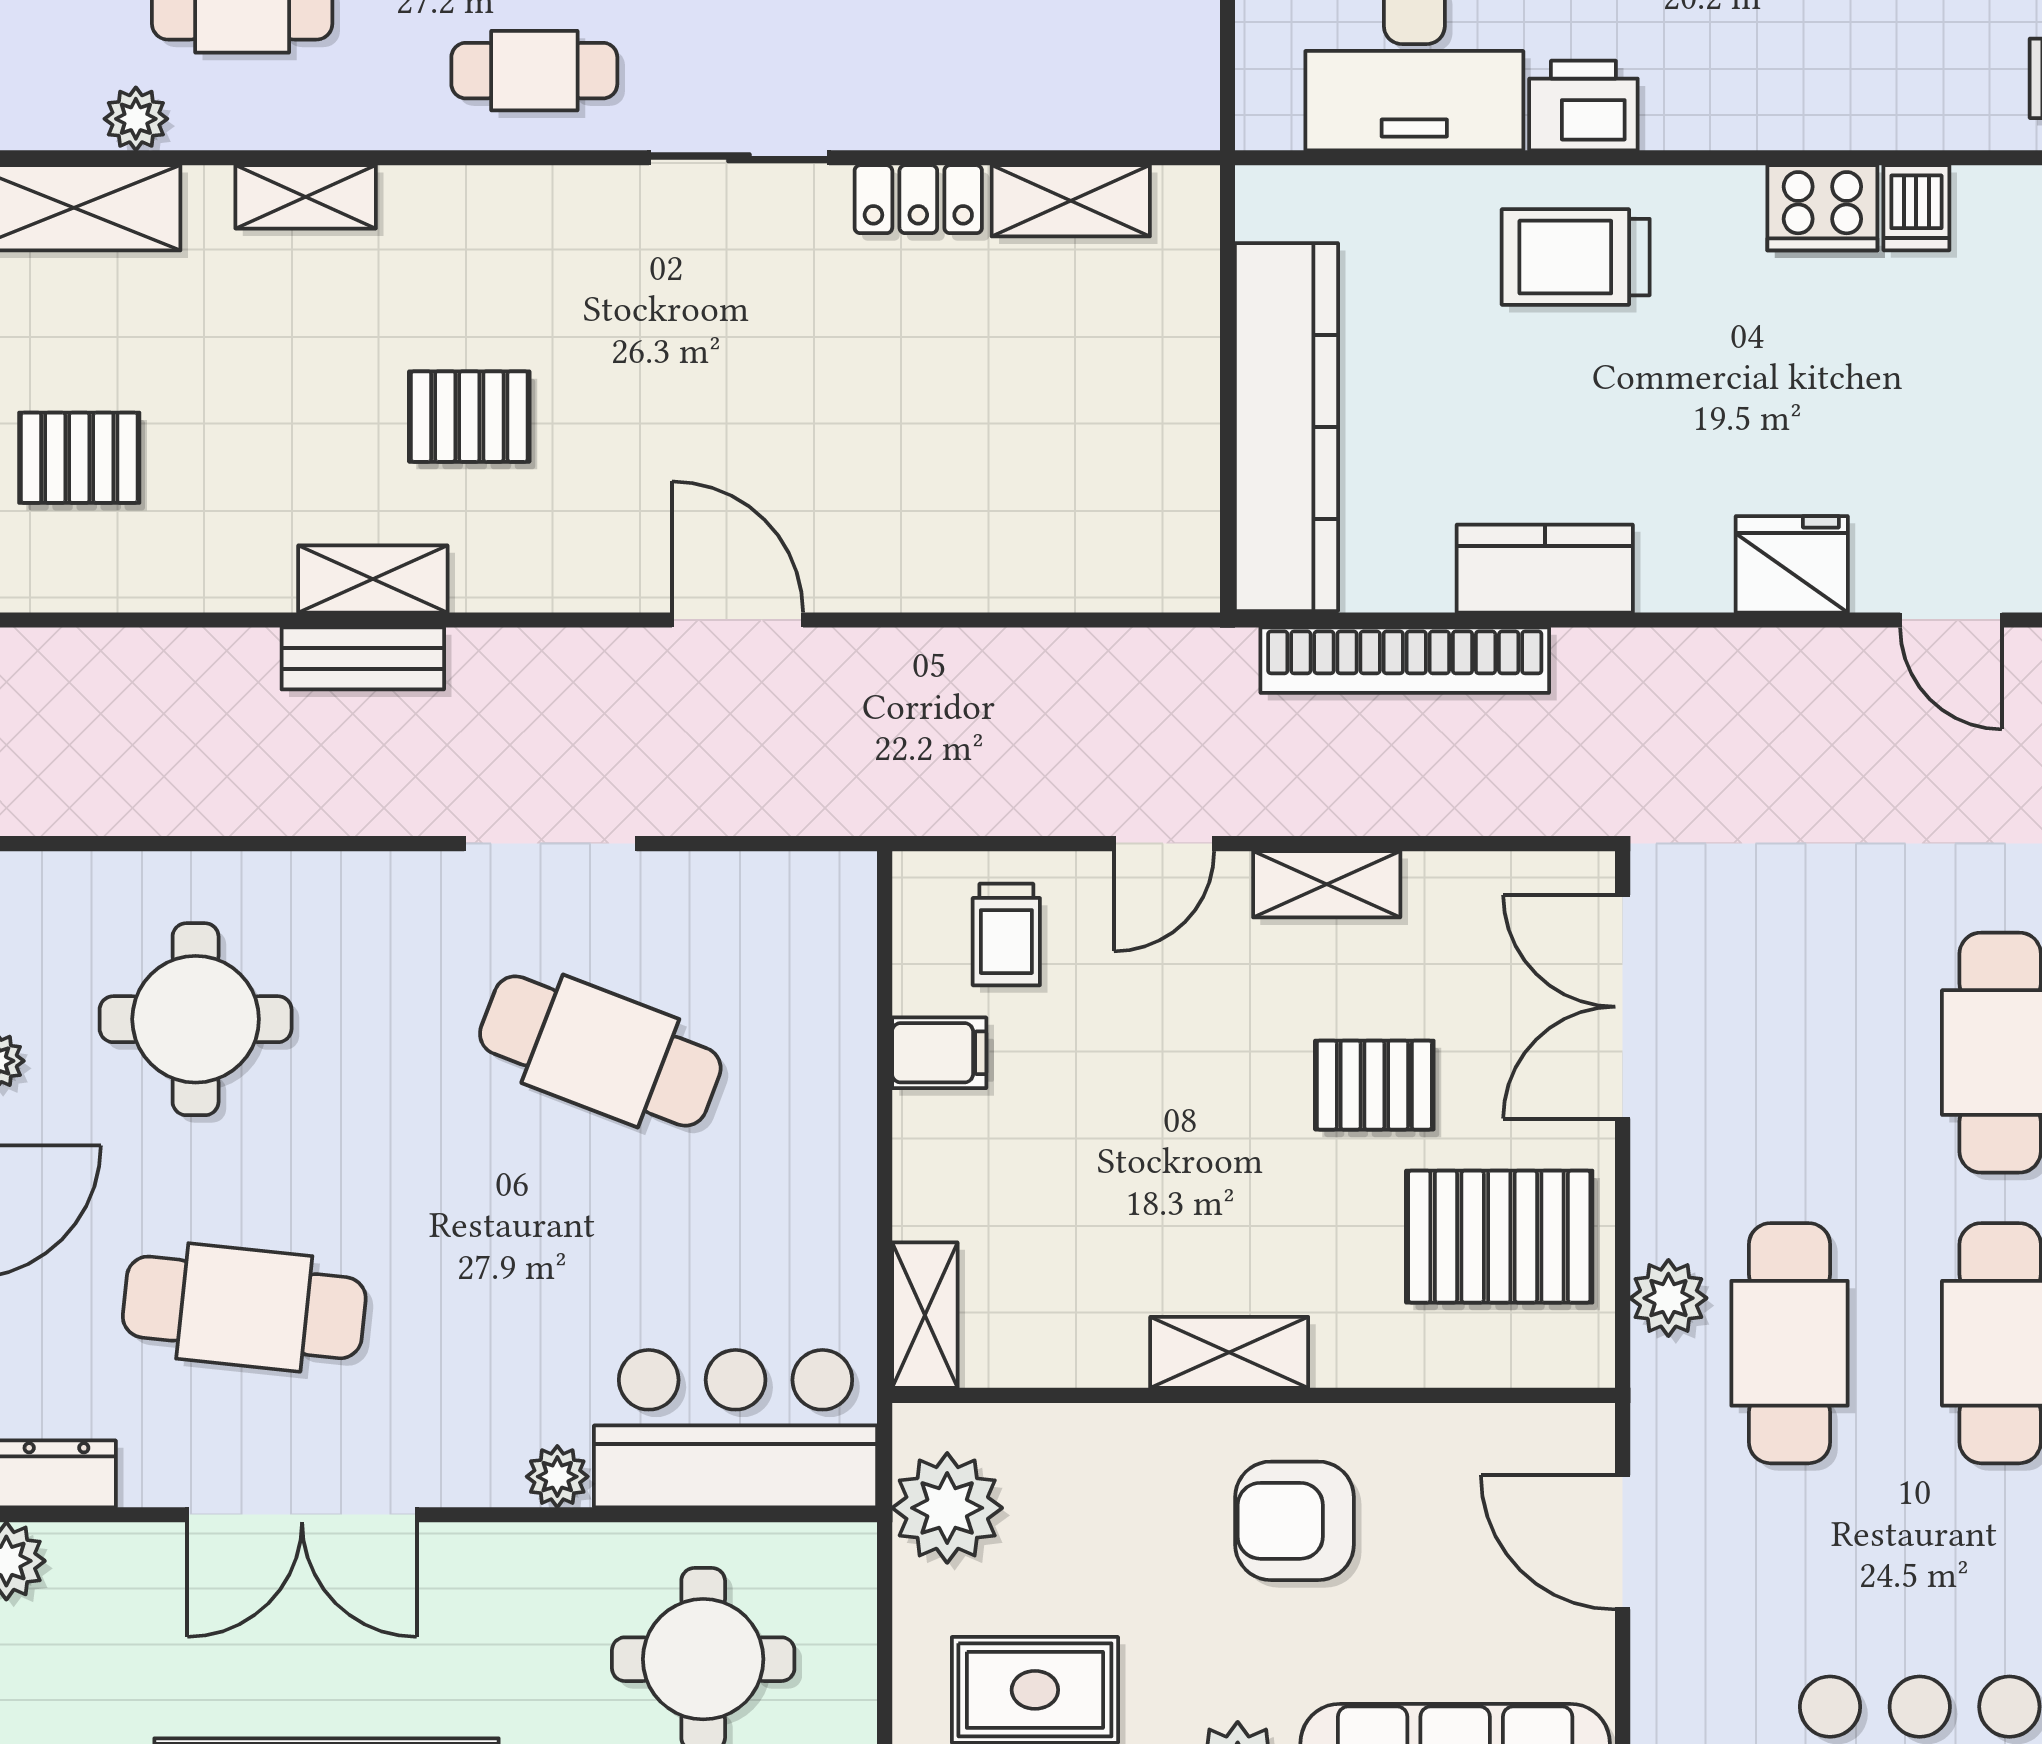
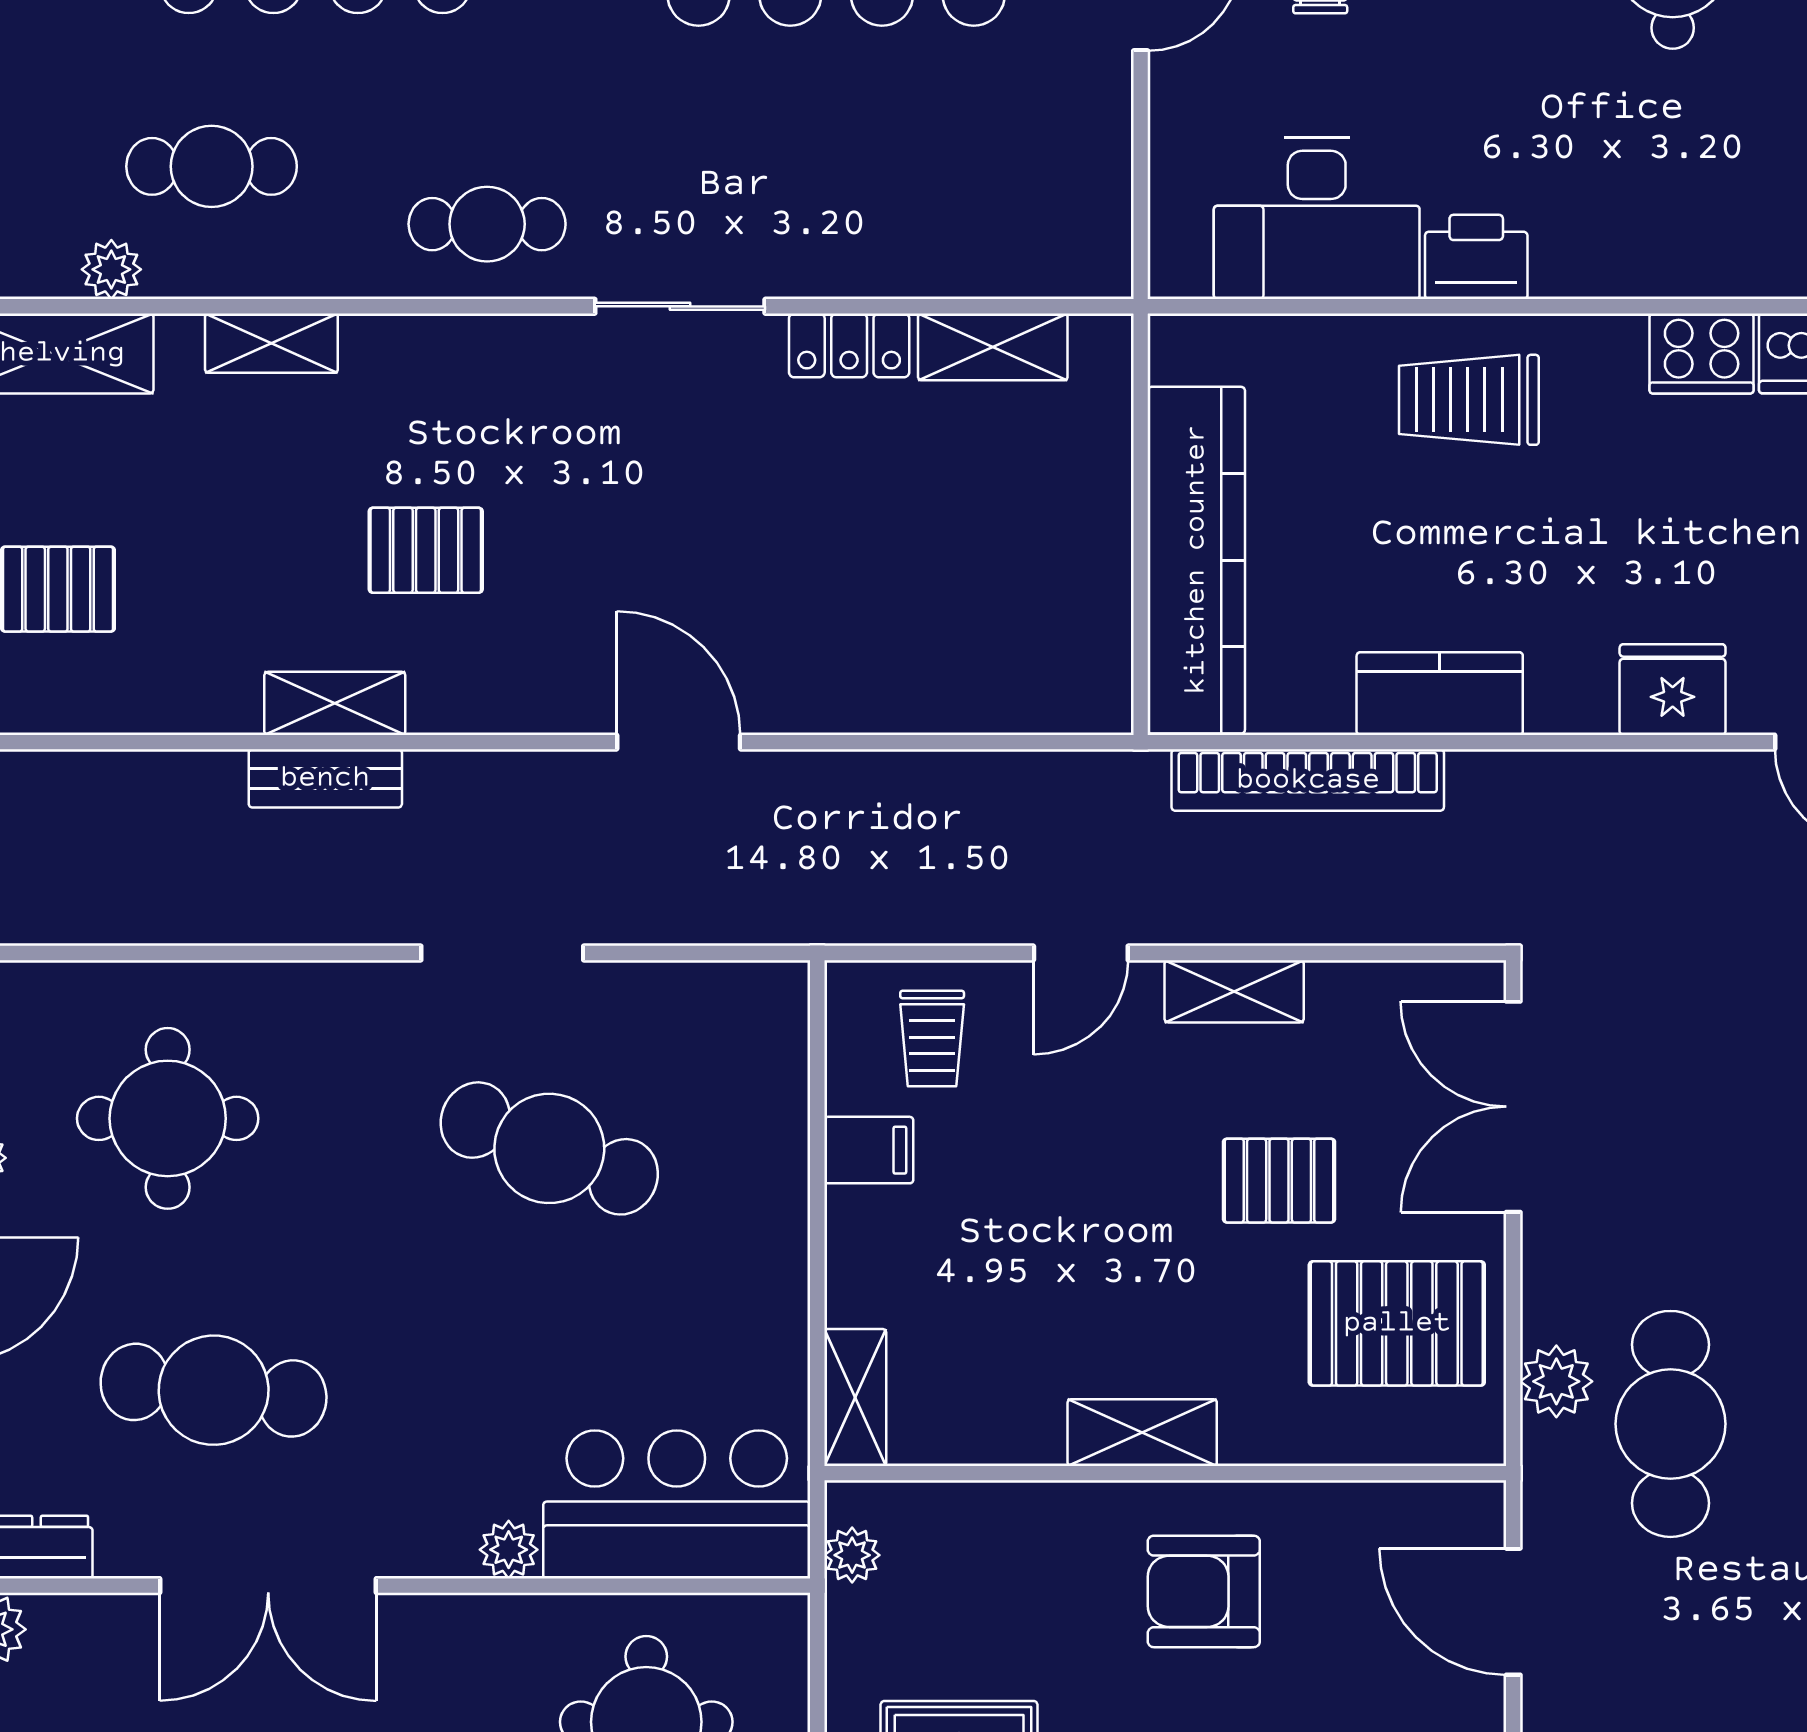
plant: (947, 1508) -> (852, 1555), width x0.53, depth x0.53

